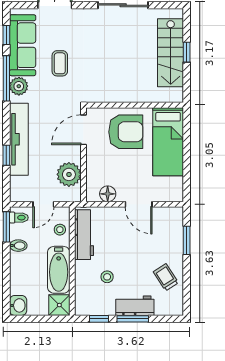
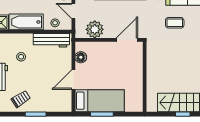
door: (84, 130) -> (127, 40), hinge flipped
armchair: (126, 132) -> (125, 70), removed
bed: (168, 142) -> (100, 101), moved, turned 180
window: (187, 165) -> (102, 114), added
window: (187, 240) -> (36, 114), moved

